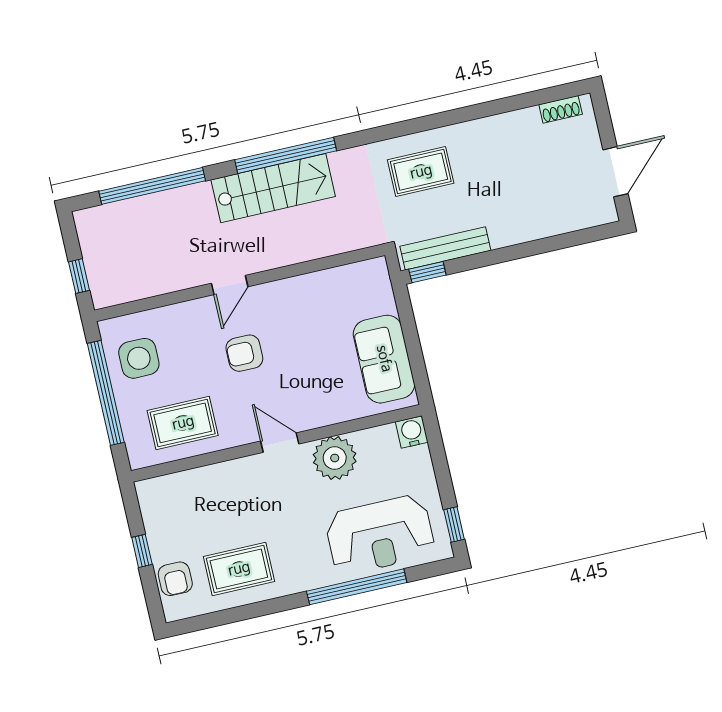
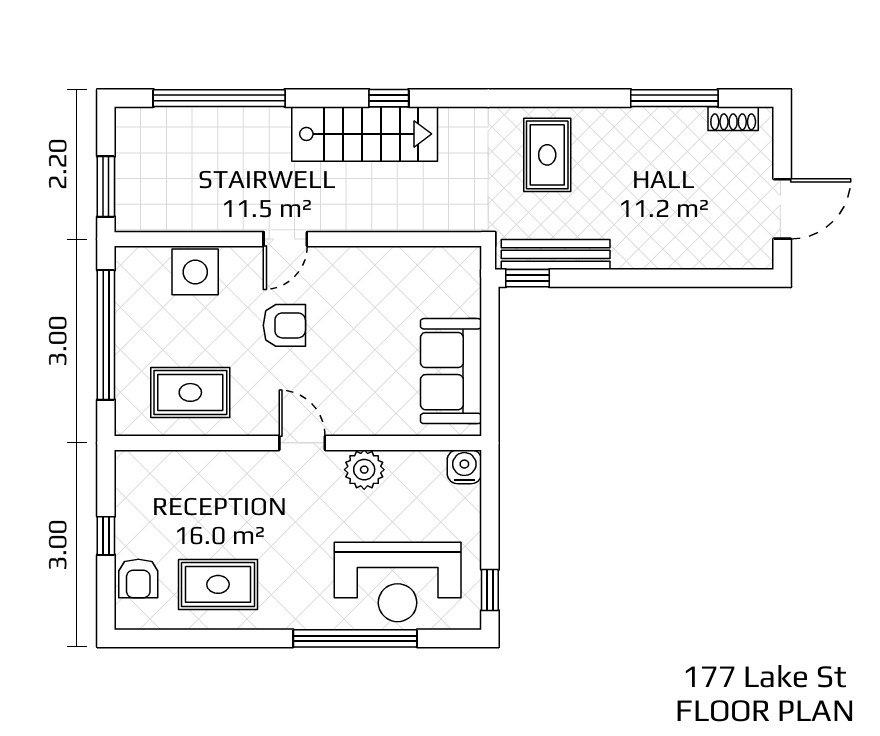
window: (511, 104) -> (674, 98), added
window: (286, 155) -> (389, 98), width x0.32
rug: (421, 172) -> (547, 155), turned 90
window: (79, 276) -> (106, 187), width x1.50
armchair: (244, 353) -> (284, 325), turned 180
side table: (139, 358) -> (195, 272), moved
plant: (335, 458) -> (364, 470), width x0.73, depth x0.73

